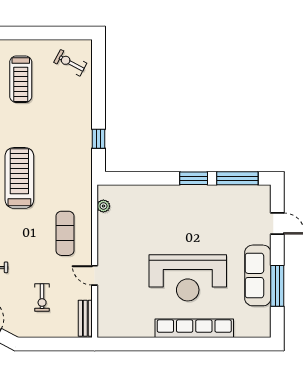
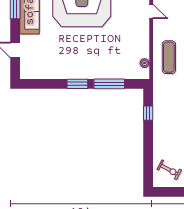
window: (237, 178) -> (109, 84), moved
exercise mat: (65, 233) -> (169, 57), moved

